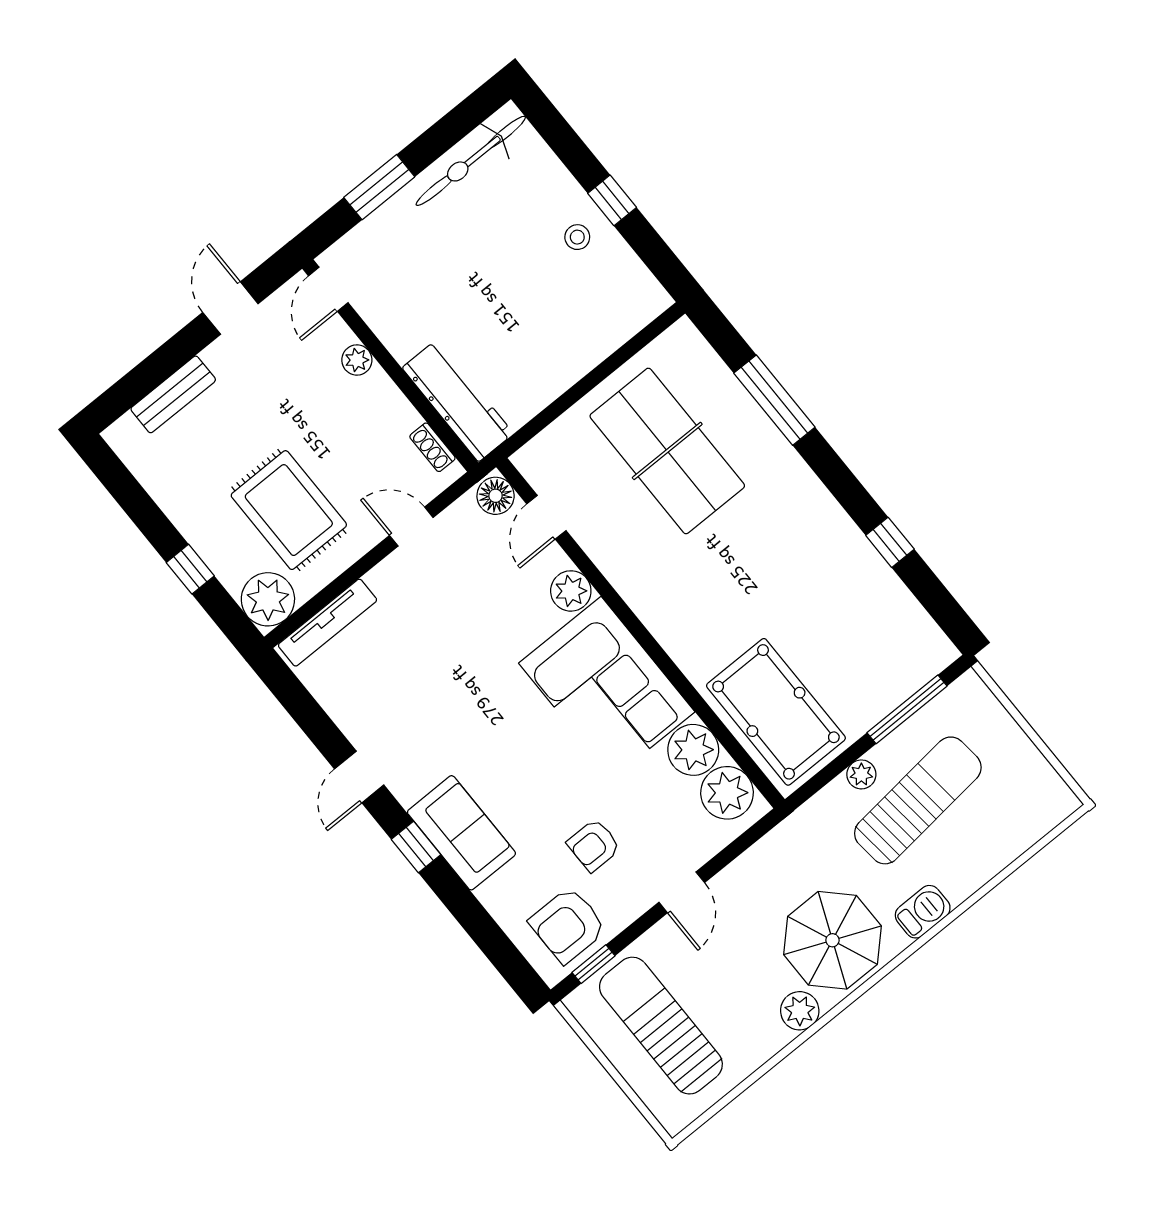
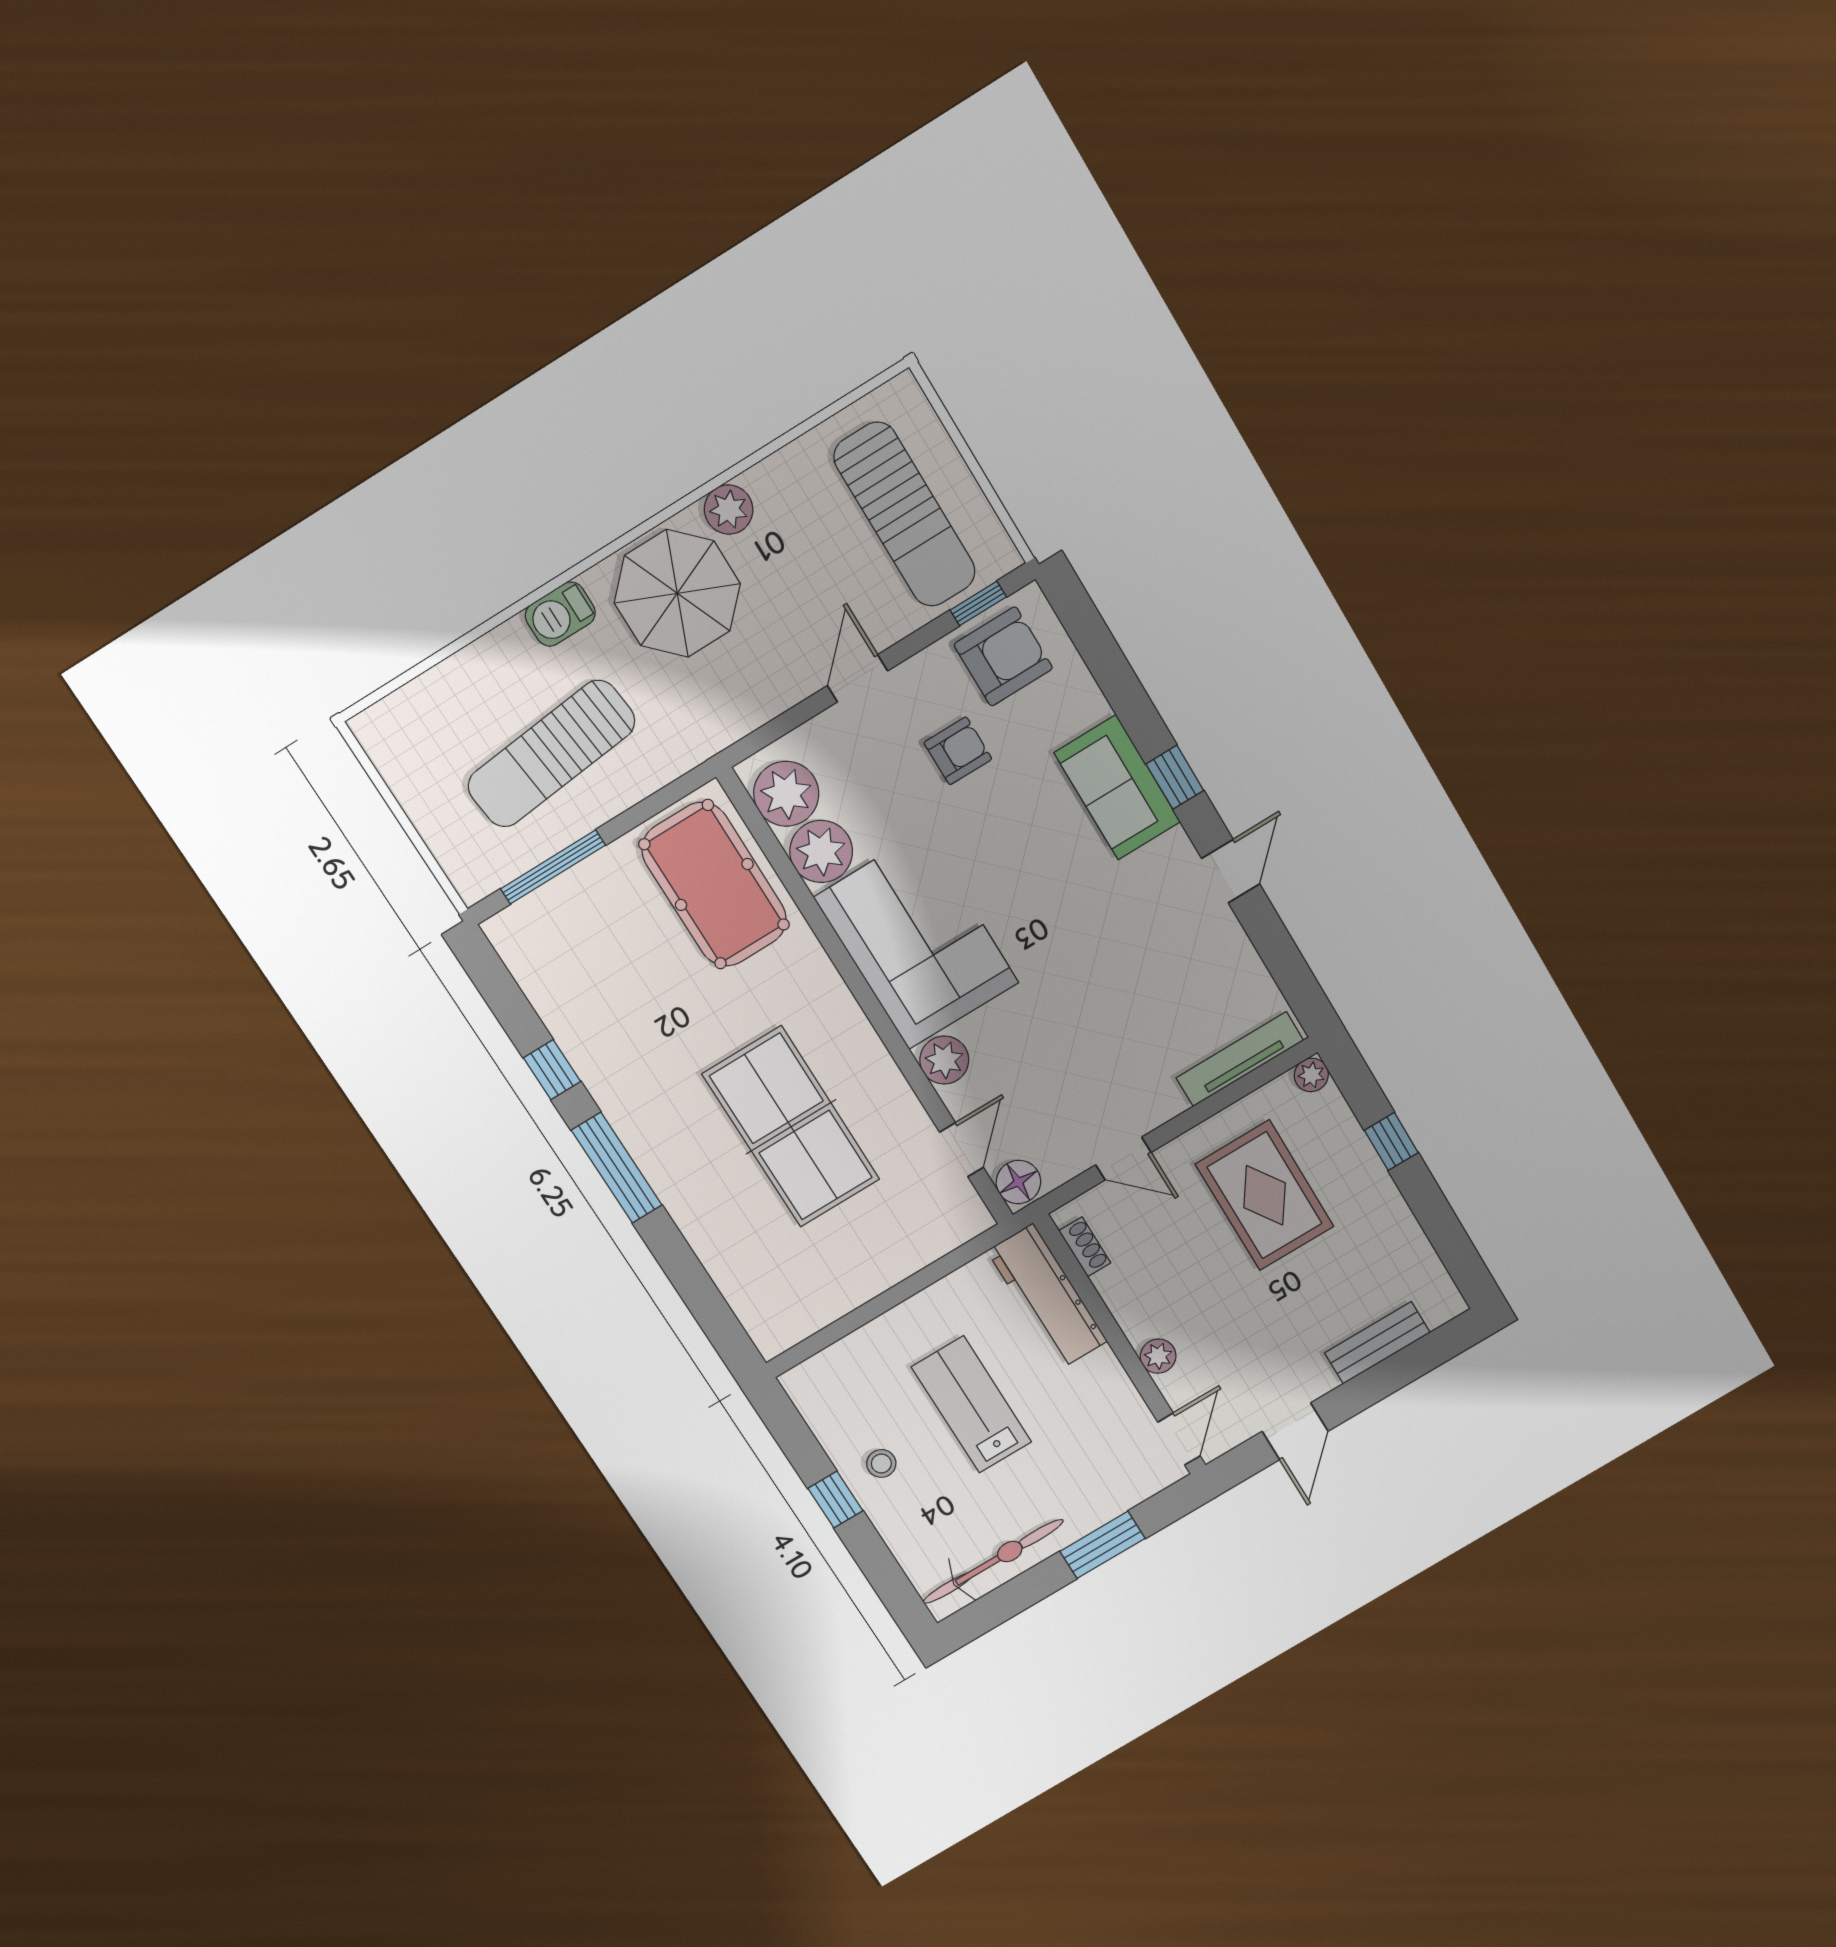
lab bench: (508, 298) -> (972, 1404), added
window: (774, 400) -> (617, 1168), moved
table tennis table: (667, 451) -> (791, 1127), moved
plant: (268, 599) -> (1311, 1075), width x0.53, depth x0.53
plant: (861, 774) -> (618, 795), removed

